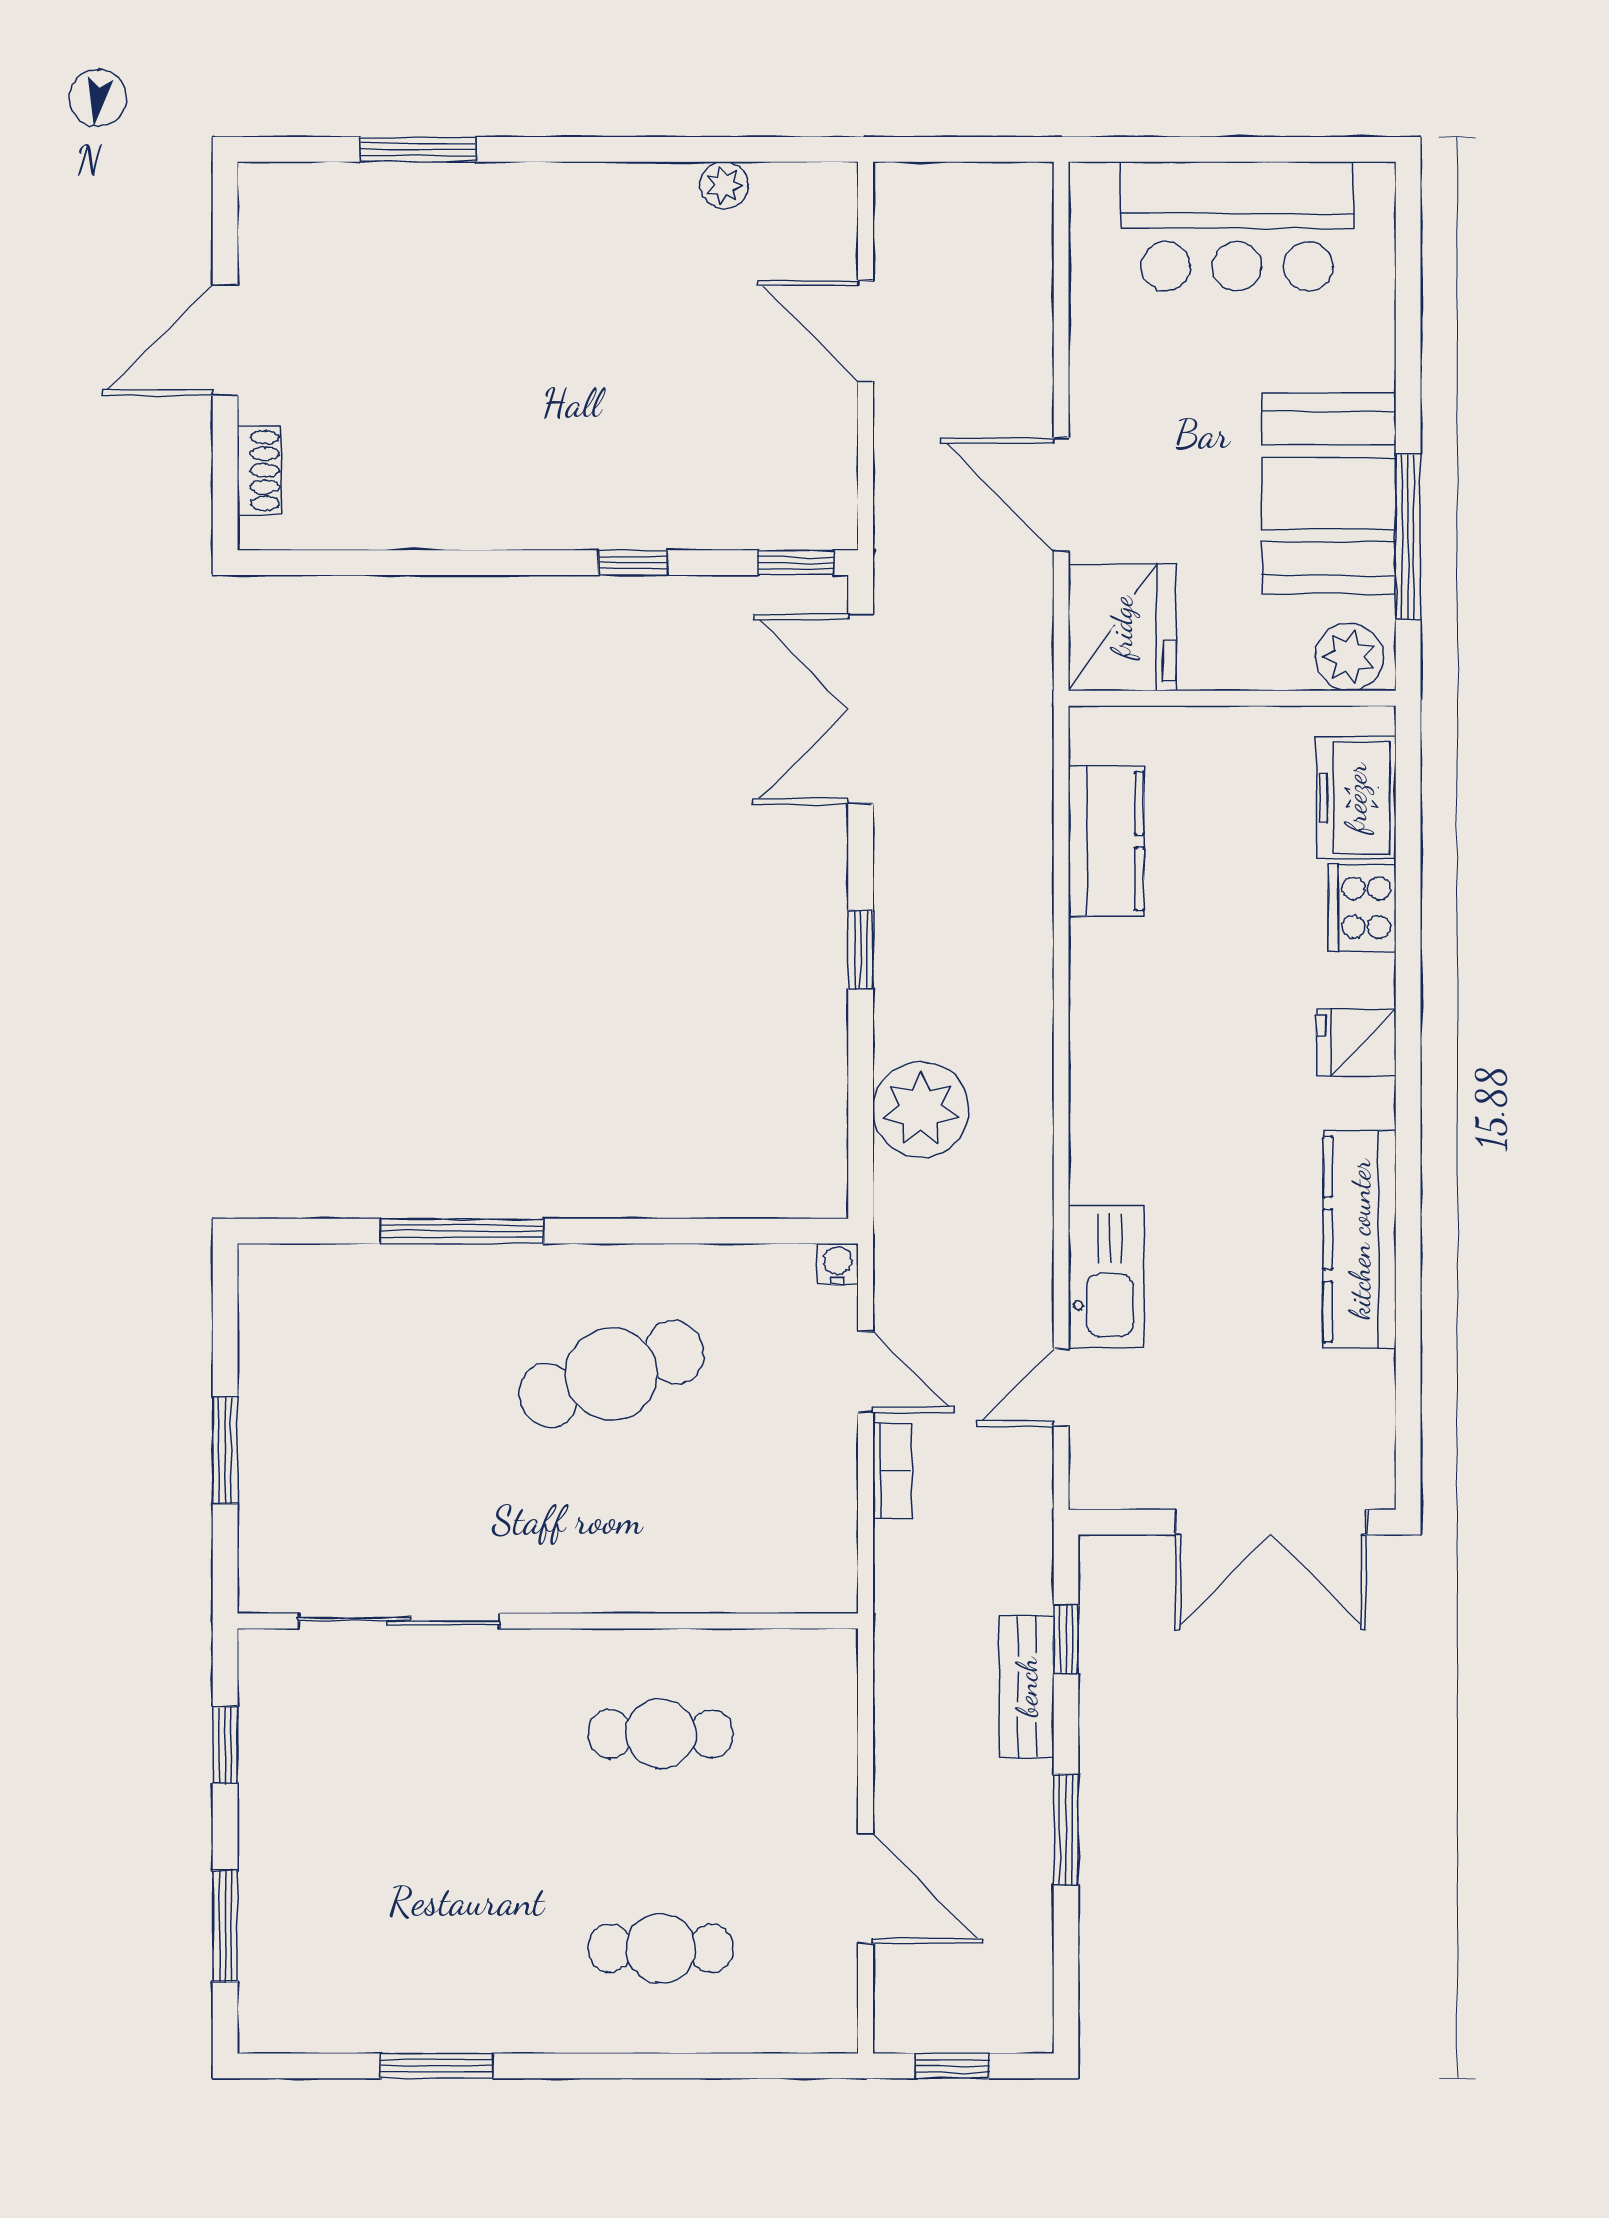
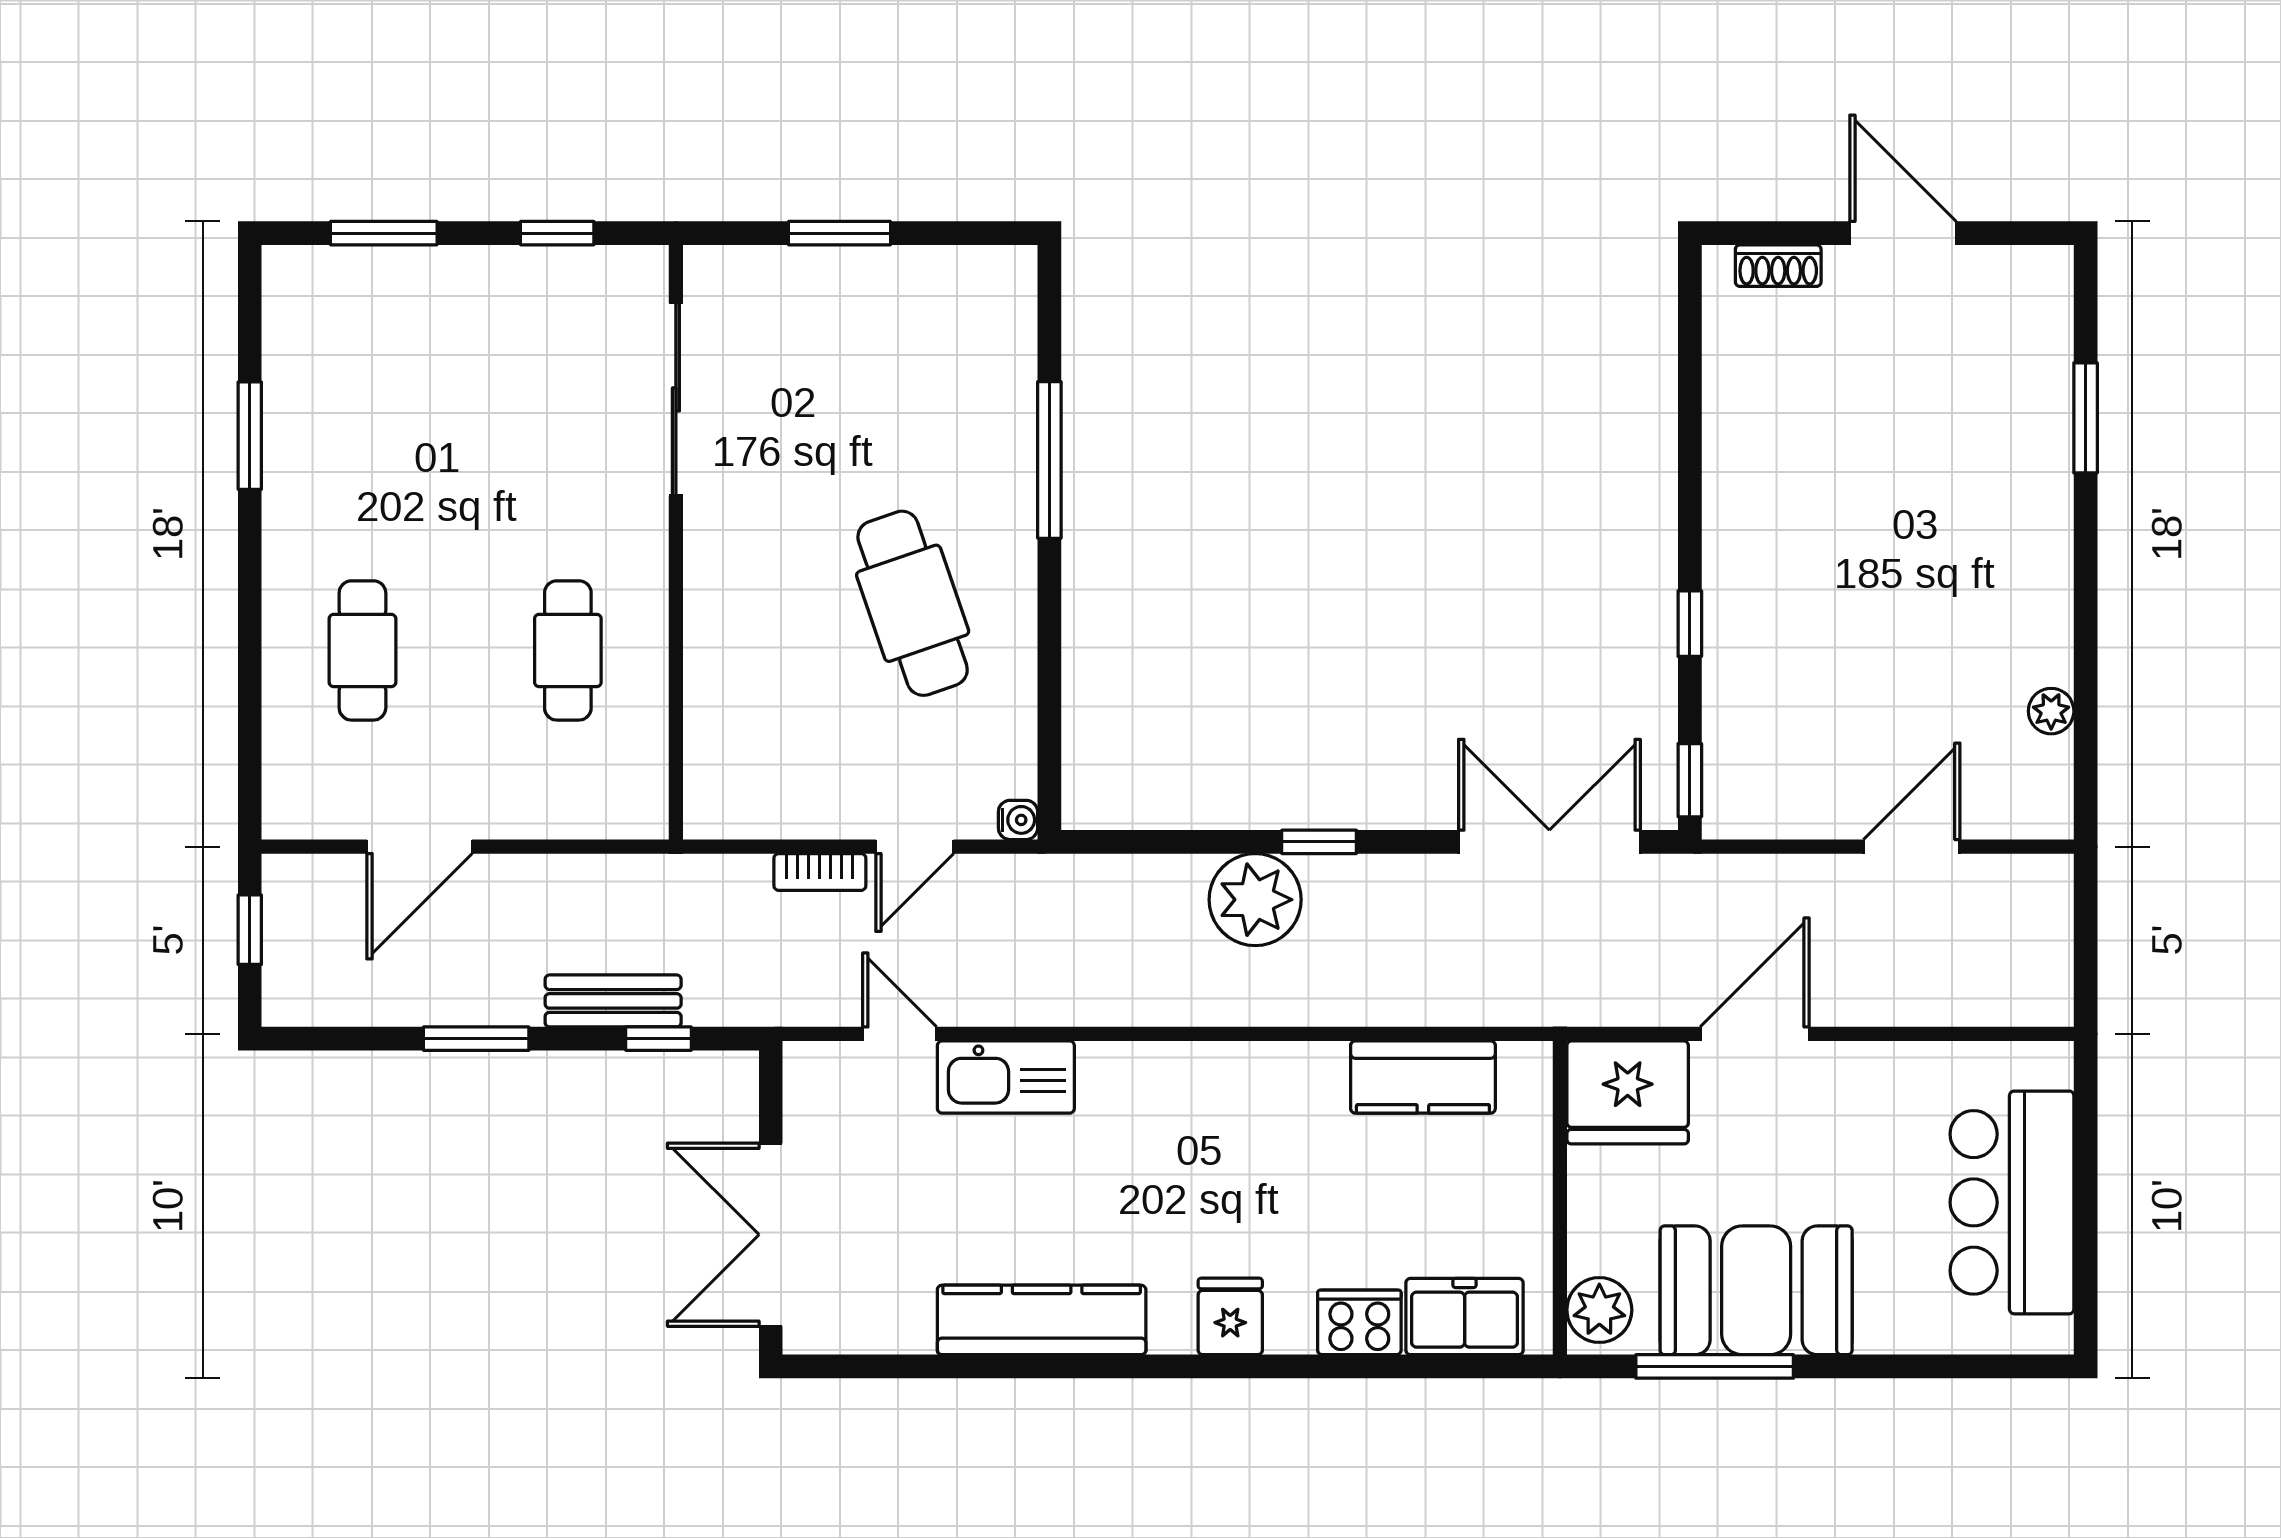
plant: (921, 1109) -> (1255, 900), moved

